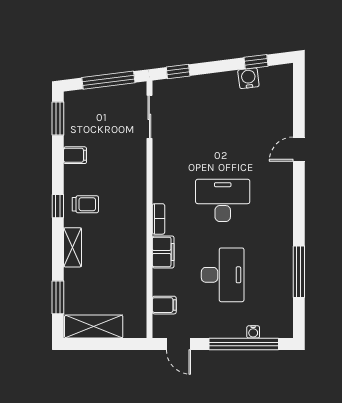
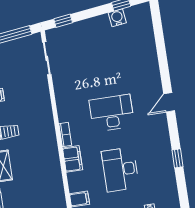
door: (299, 149) -> (169, 102), moved
window: (299, 272) -> (178, 158), width x0.46
desk: (223, 275) -> (120, 169), turned 180

